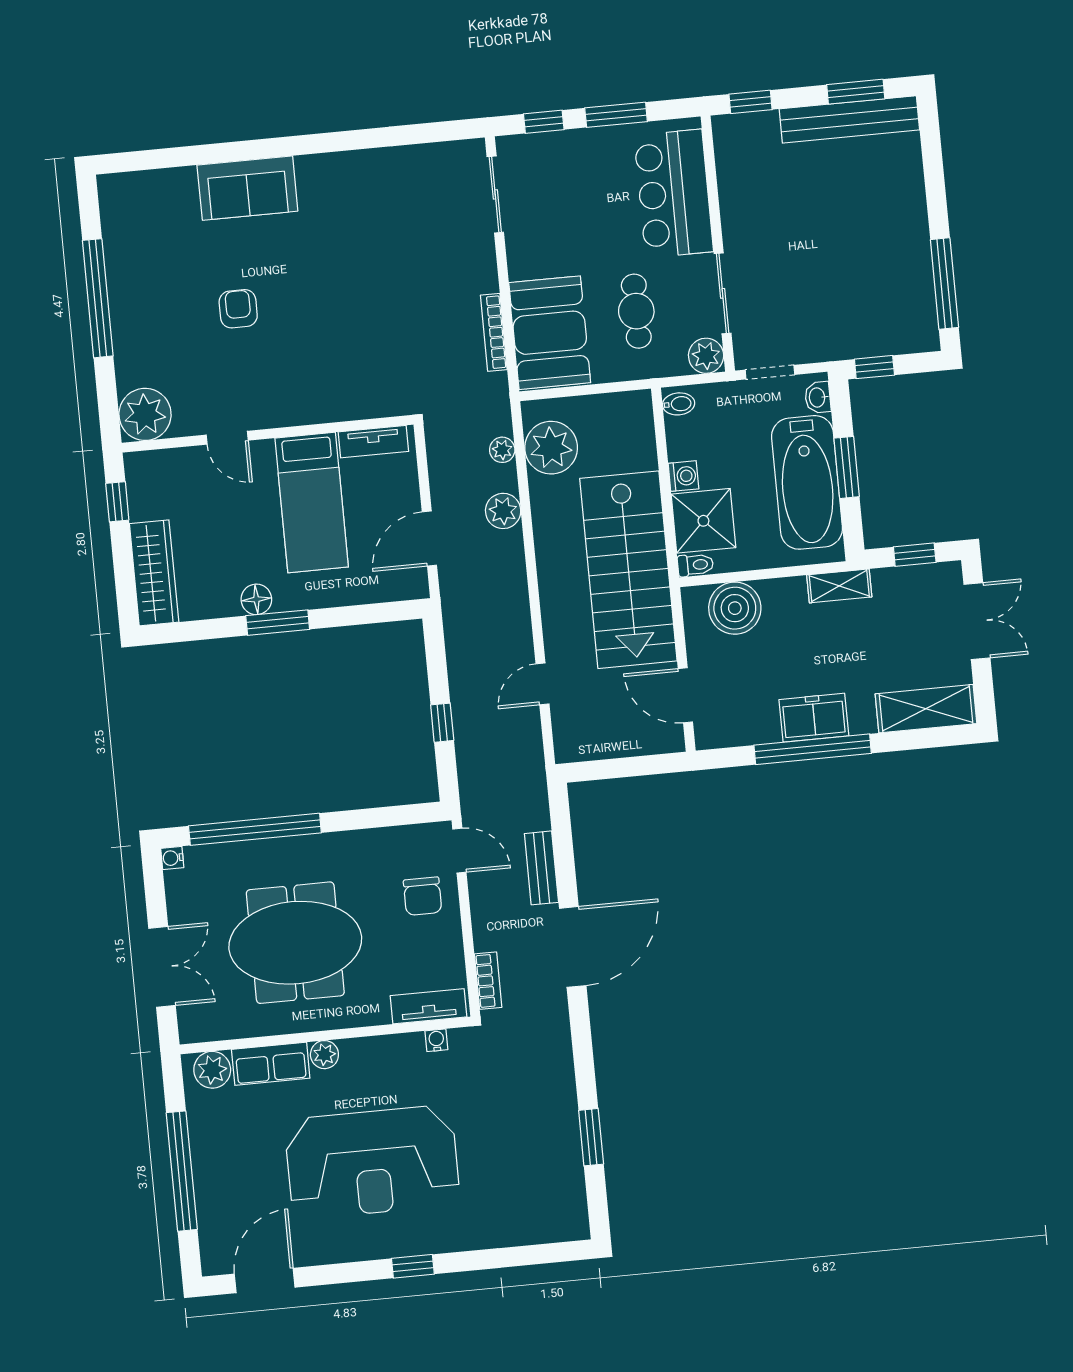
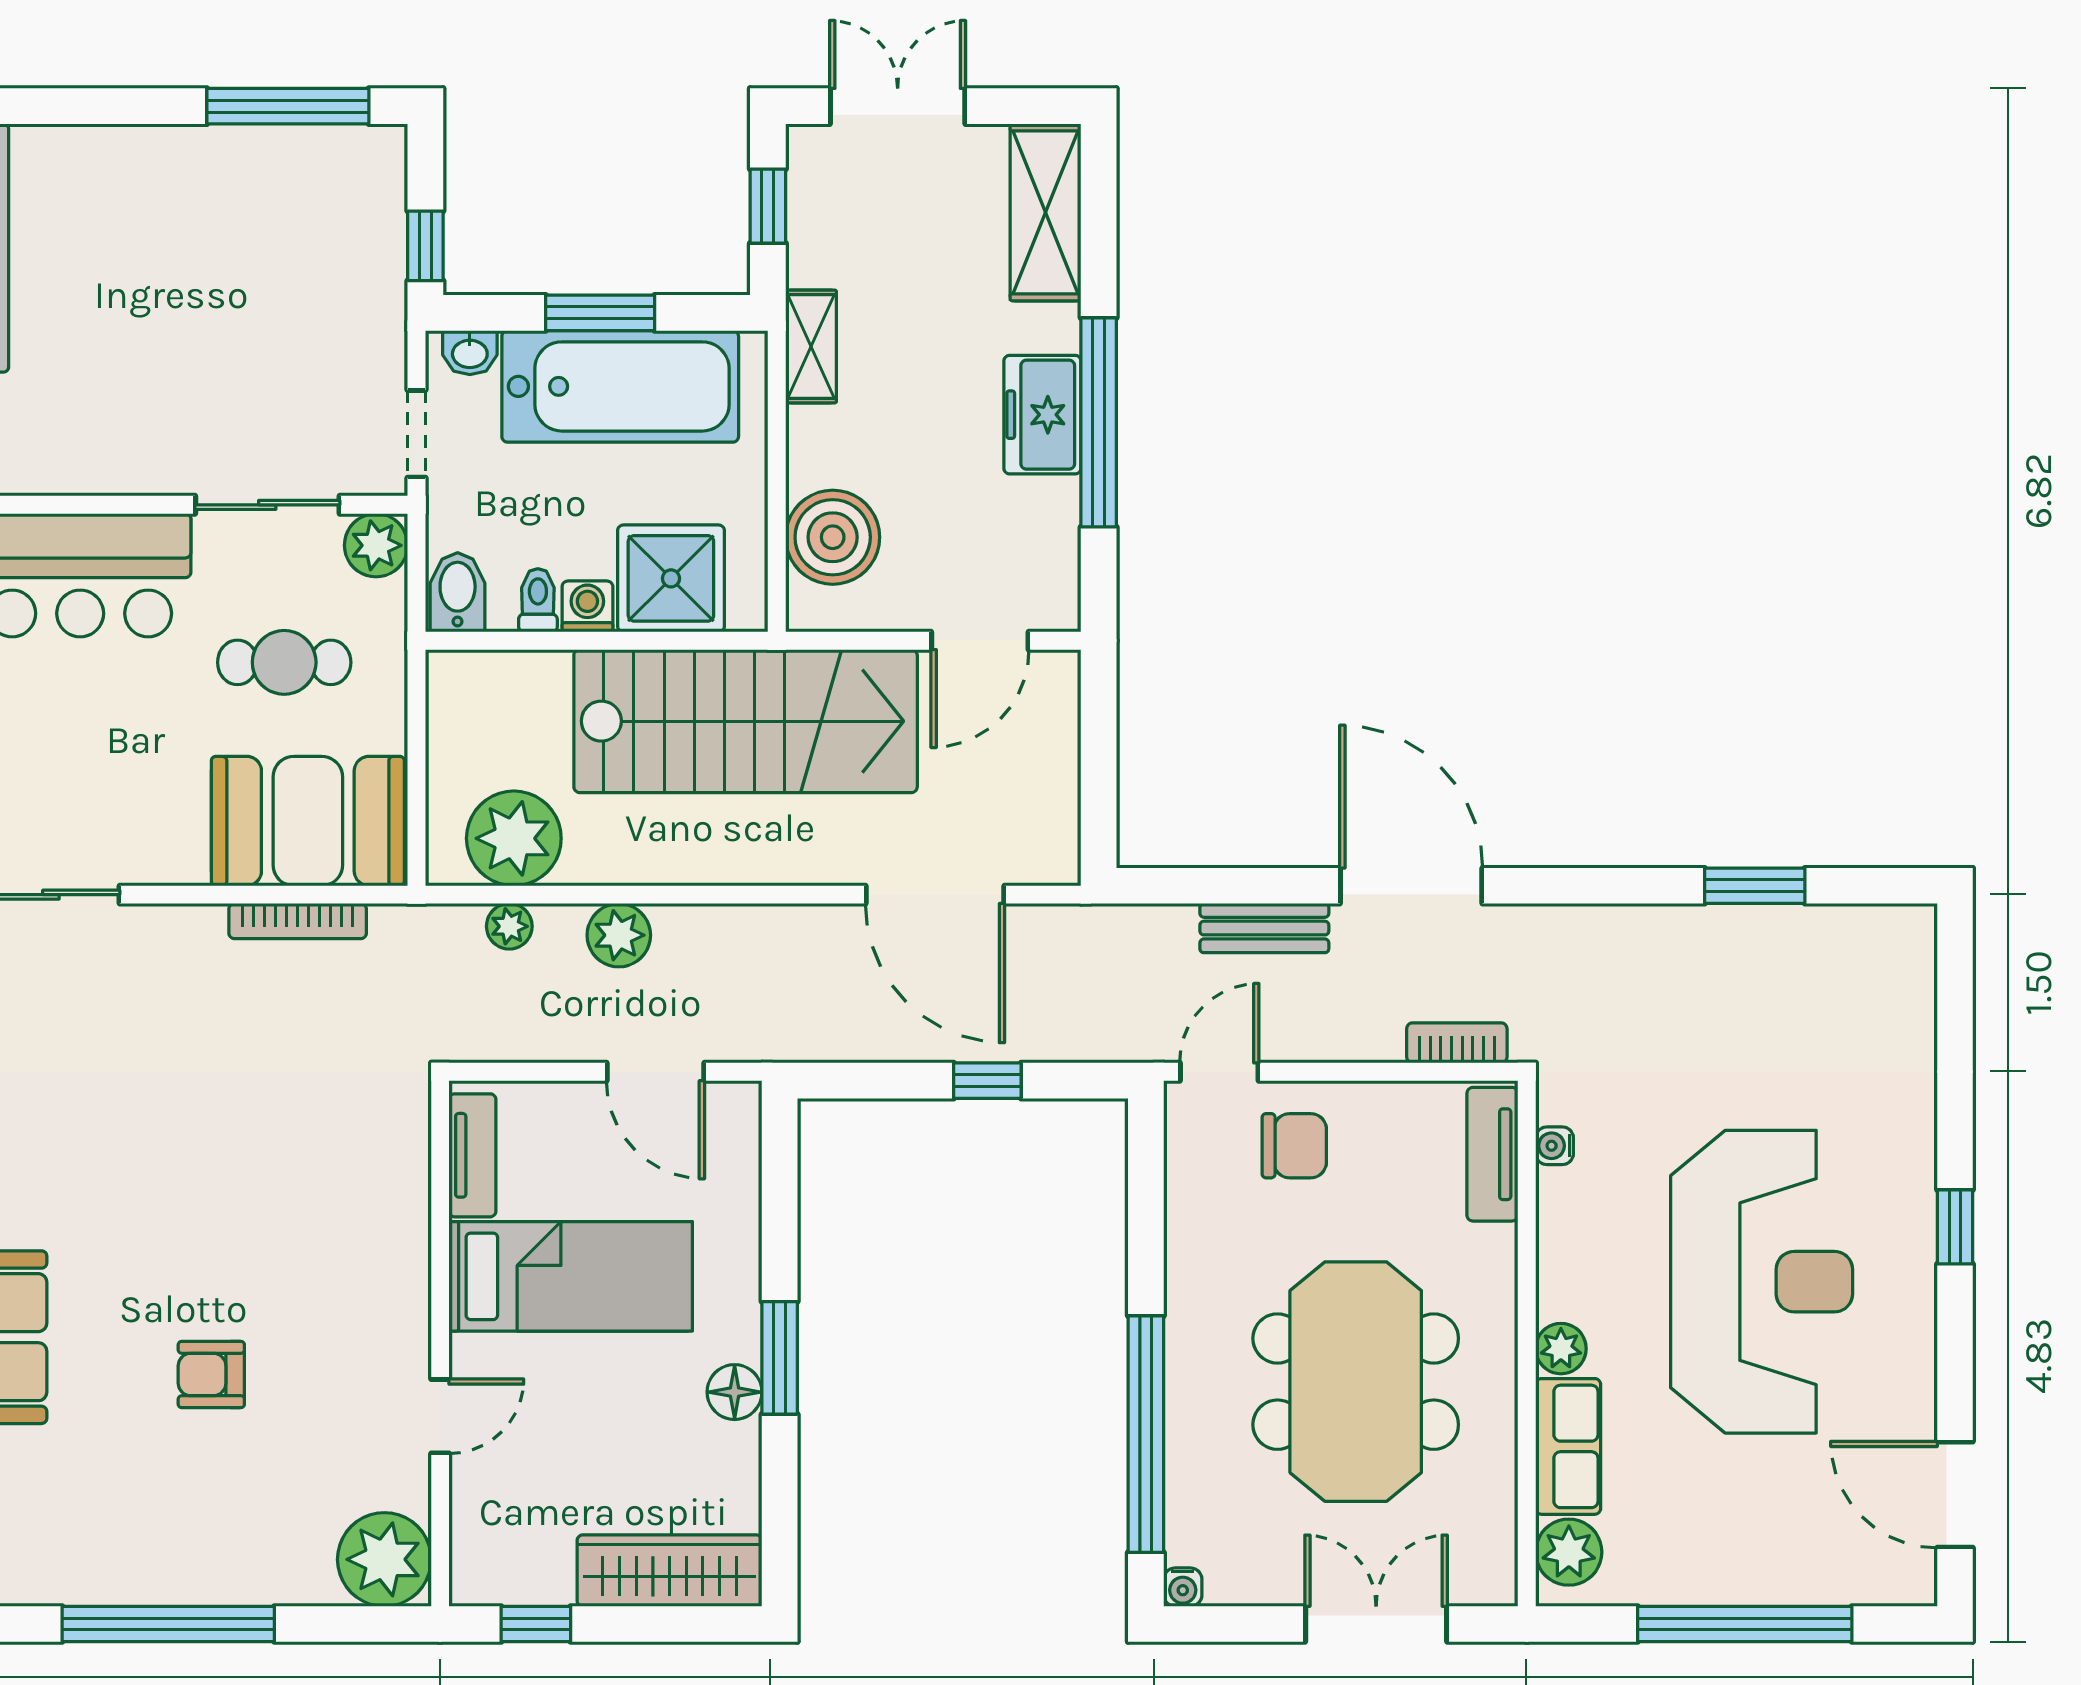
bidet: (679, 404) -> (458, 592), width x1.38, depth x1.36
toilet: (695, 565) -> (538, 600), moved
door: (542, 684) -> (935, 895), width x1.88

